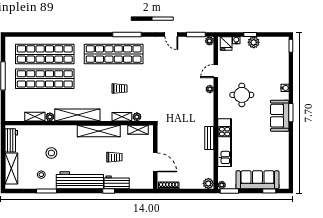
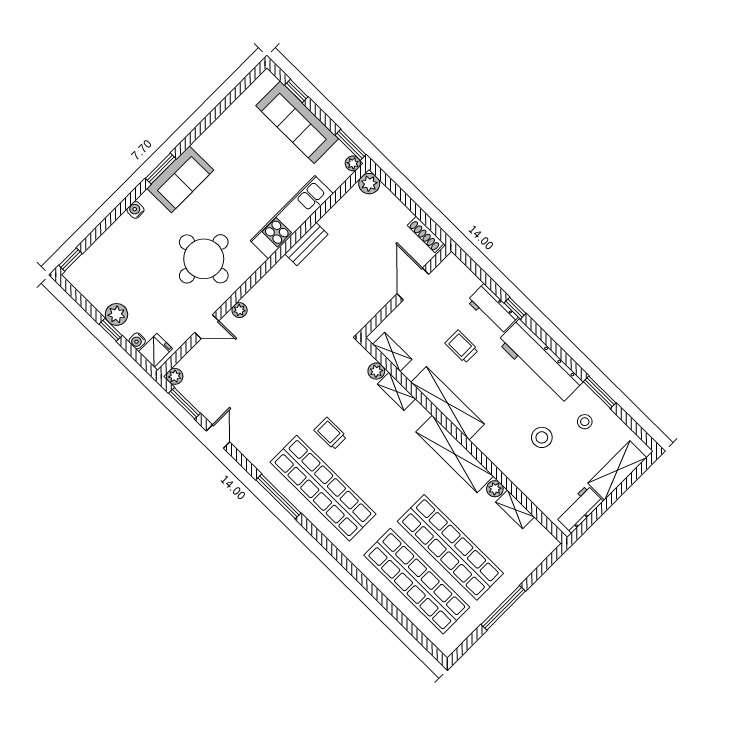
trolley: (119, 89) -> (330, 433), moved
round table: (242, 95) -> (204, 259), width x1.36, depth x1.36

